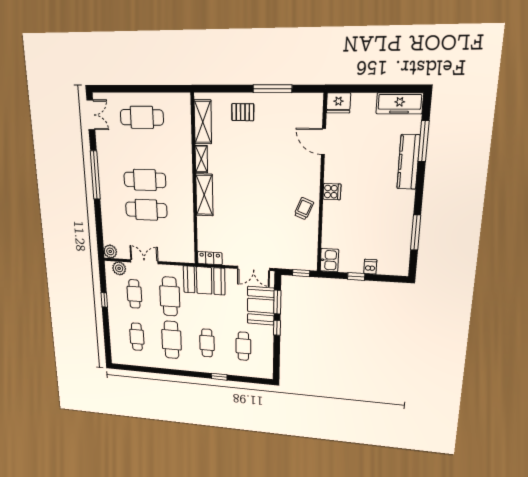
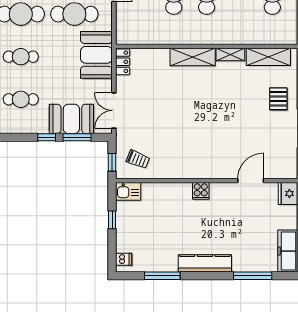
kitchen counter: (408, 162) -> (205, 263), moved
trolley: (304, 209) -> (138, 159), moved
dishwasher: (370, 267) -> (124, 259), moved

